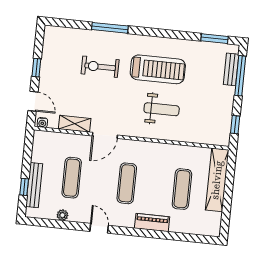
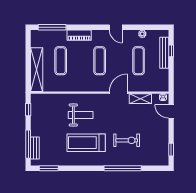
window: (110, 28) -> (123, 168), width x1.46
window: (36, 68) -> (171, 150), moved
weight bench: (162, 109) -> (81, 115), turned 180
window: (189, 238) -> (52, 27), added

